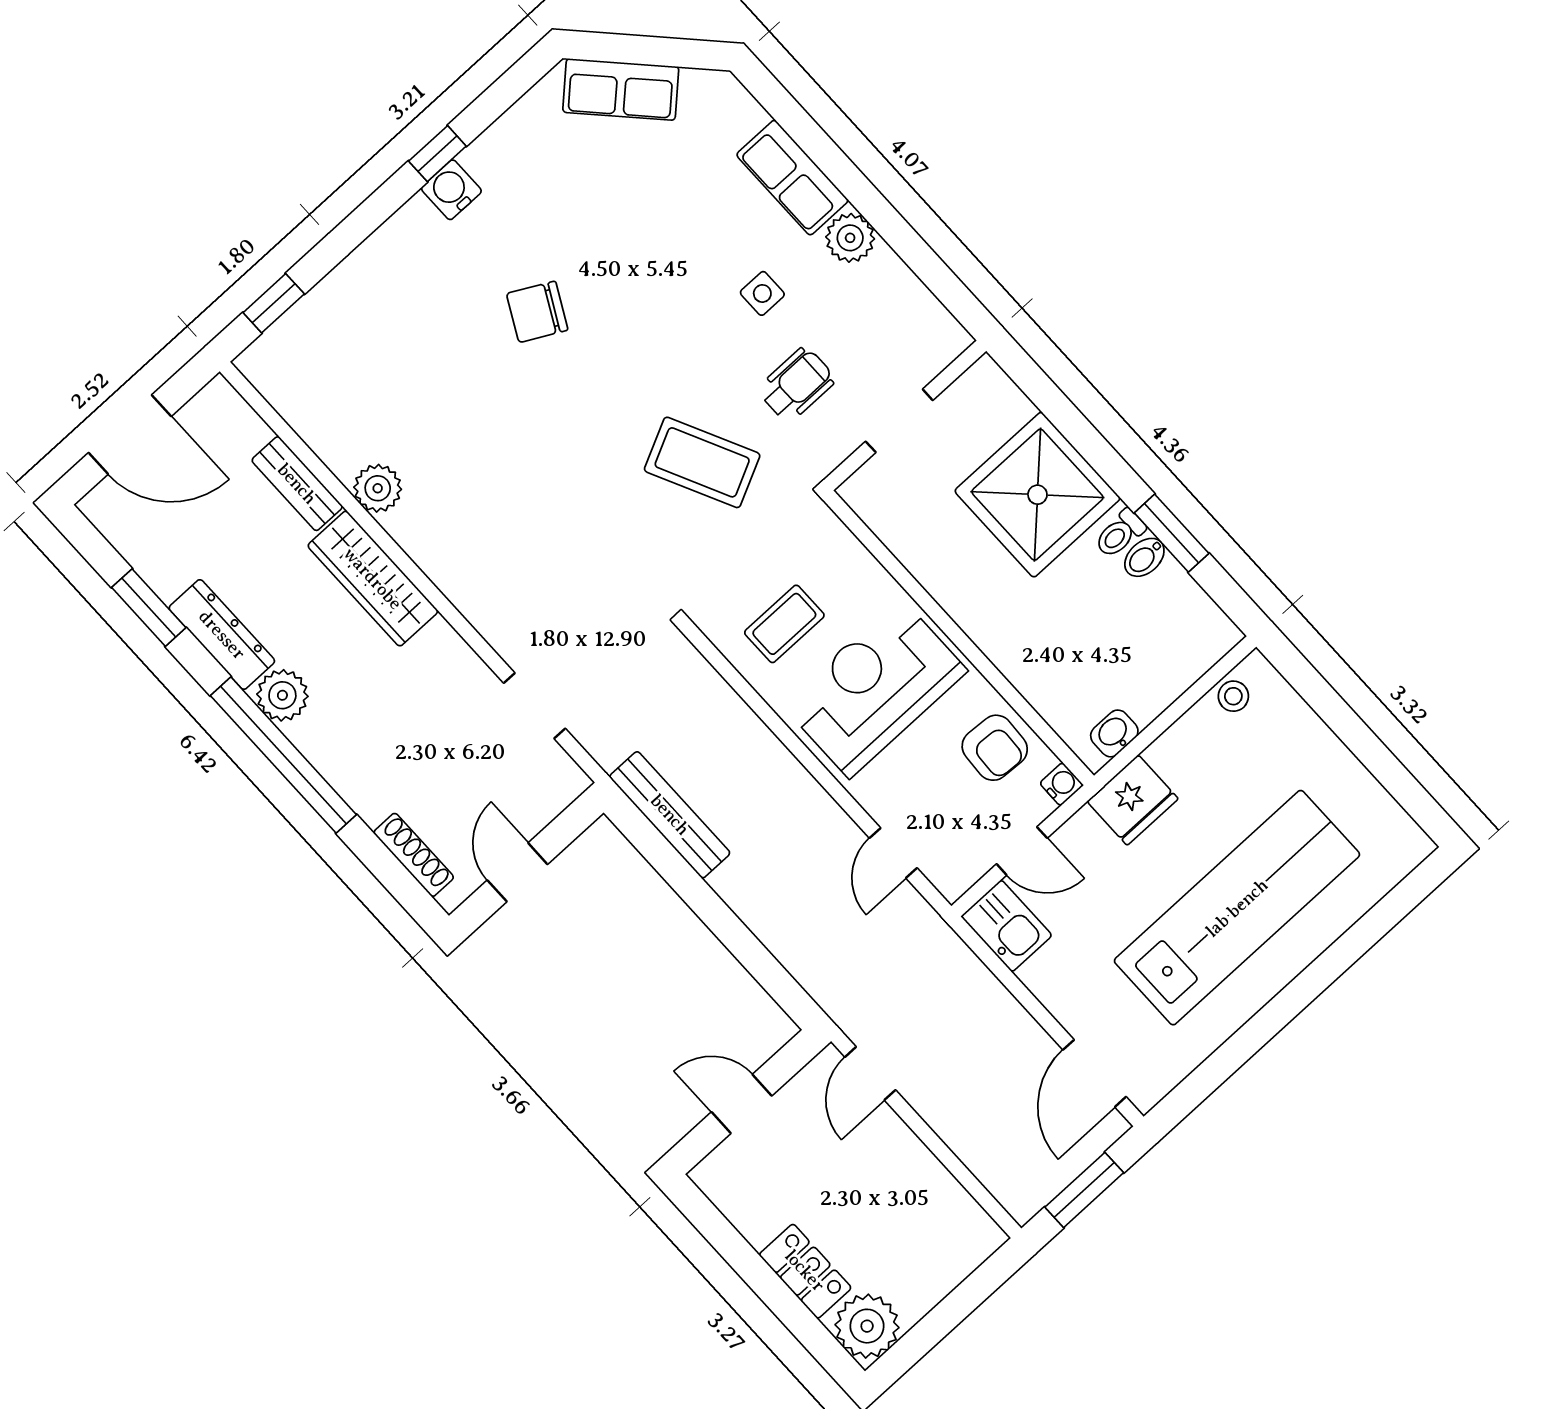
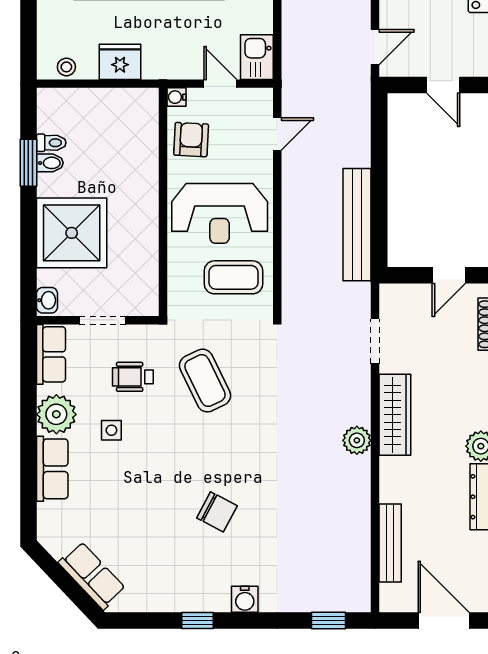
water cooler: (451, 190) -> (245, 599), moved
plant: (850, 238) -> (56, 414), width x1.36, depth x1.36
row of seats: (925, 319) -> (51, 354), added
bench: (297, 484) -> (390, 543), width x1.36
plant: (378, 488) -> (357, 440), moved
toilet: (1120, 534) -> (51, 143), moved
wardrobe: (373, 579) -> (395, 415), moved
coffee table: (784, 624) -> (233, 277), width x1.36, depth x1.30
washbasin: (1114, 733) -> (47, 300), moved, turned -90
fridge: (1133, 800) -> (120, 62), moved
bench: (670, 815) -> (357, 225), width x1.37, depth x1.21

